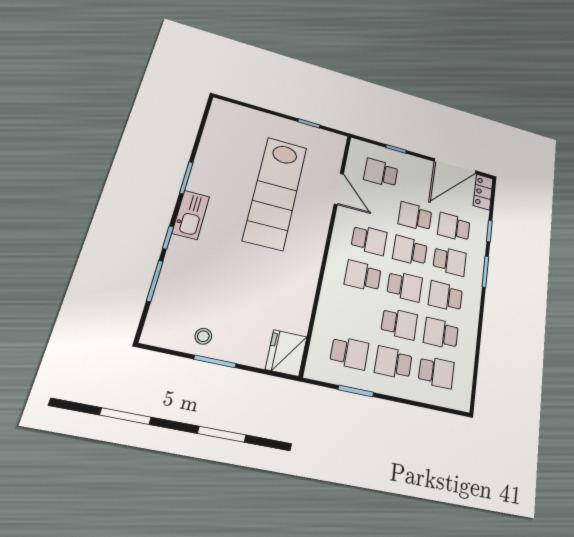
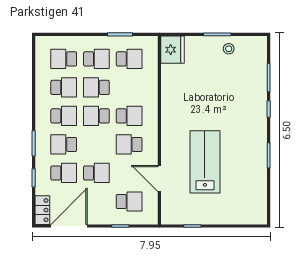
lab bench: (275, 193) -> (205, 162), width x0.73
kitchen sink: (191, 215) -> (258, 129), removed
school desk: (410, 251) -> (96, 144), removed
school desk: (349, 353) -> (129, 59), turned 180

